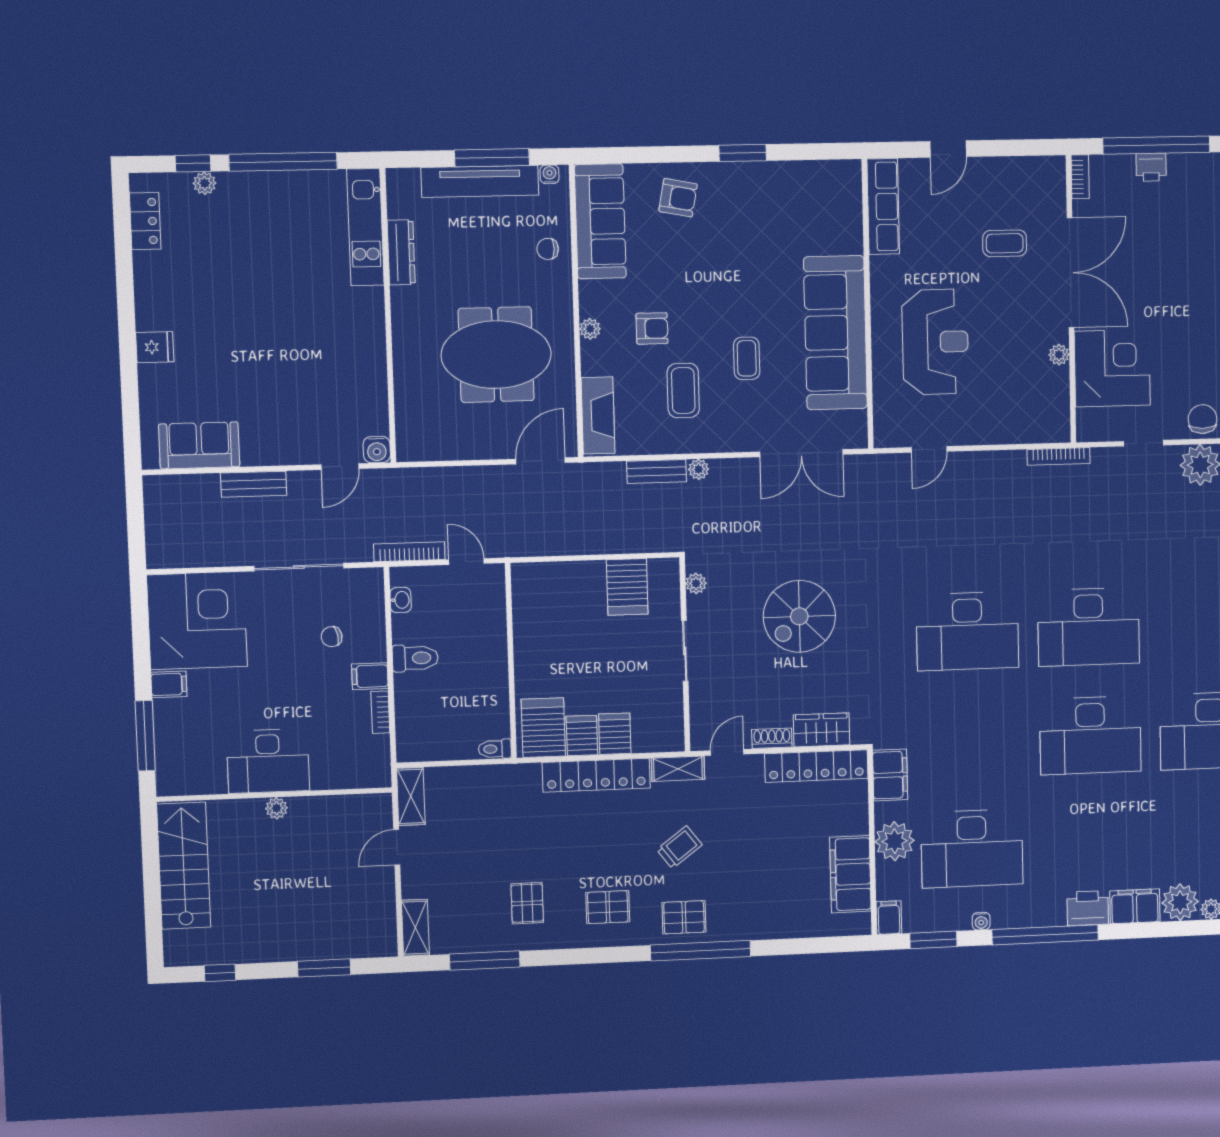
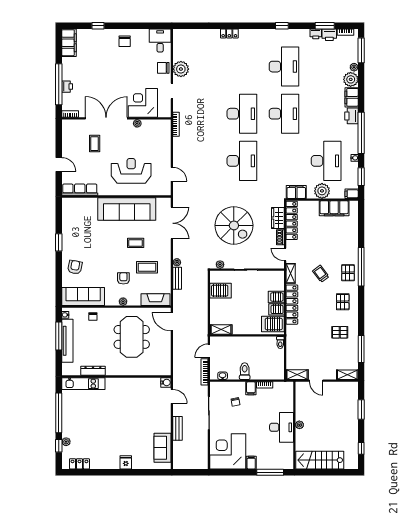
shelving: (524, 592) -> (221, 330), added
spiral stairs: (799, 616) -> (234, 225), width x1.37, depth x1.37

